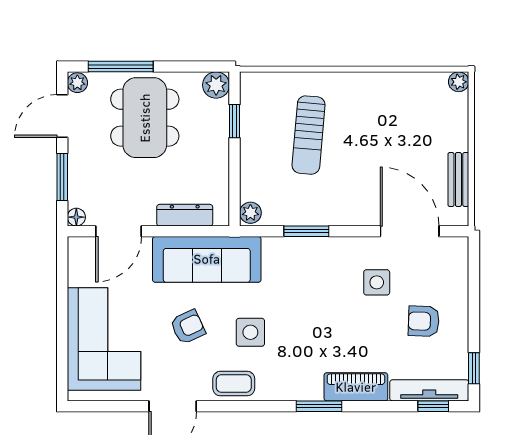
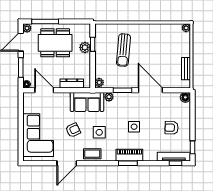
plant: (216, 85) -> (85, 47), moved
dining table: (145, 118) -> (55, 43), turned 90
door: (119, 231) -> (44, 90), swing flipped
door: (410, 231) -> (150, 90), moved
plant: (274, 247) -> (109, 97), added
floor lamp: (457, 248) -> (185, 97), added
sofa: (207, 259) -> (87, 102), width x0.73
side table: (377, 282) -> (134, 127), moved
piano: (356, 387) -> (129, 155), moved

